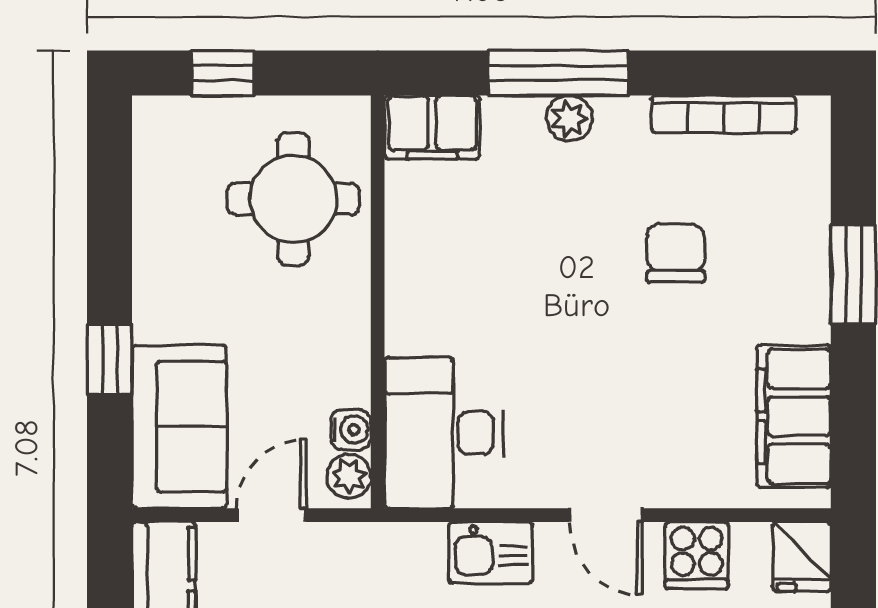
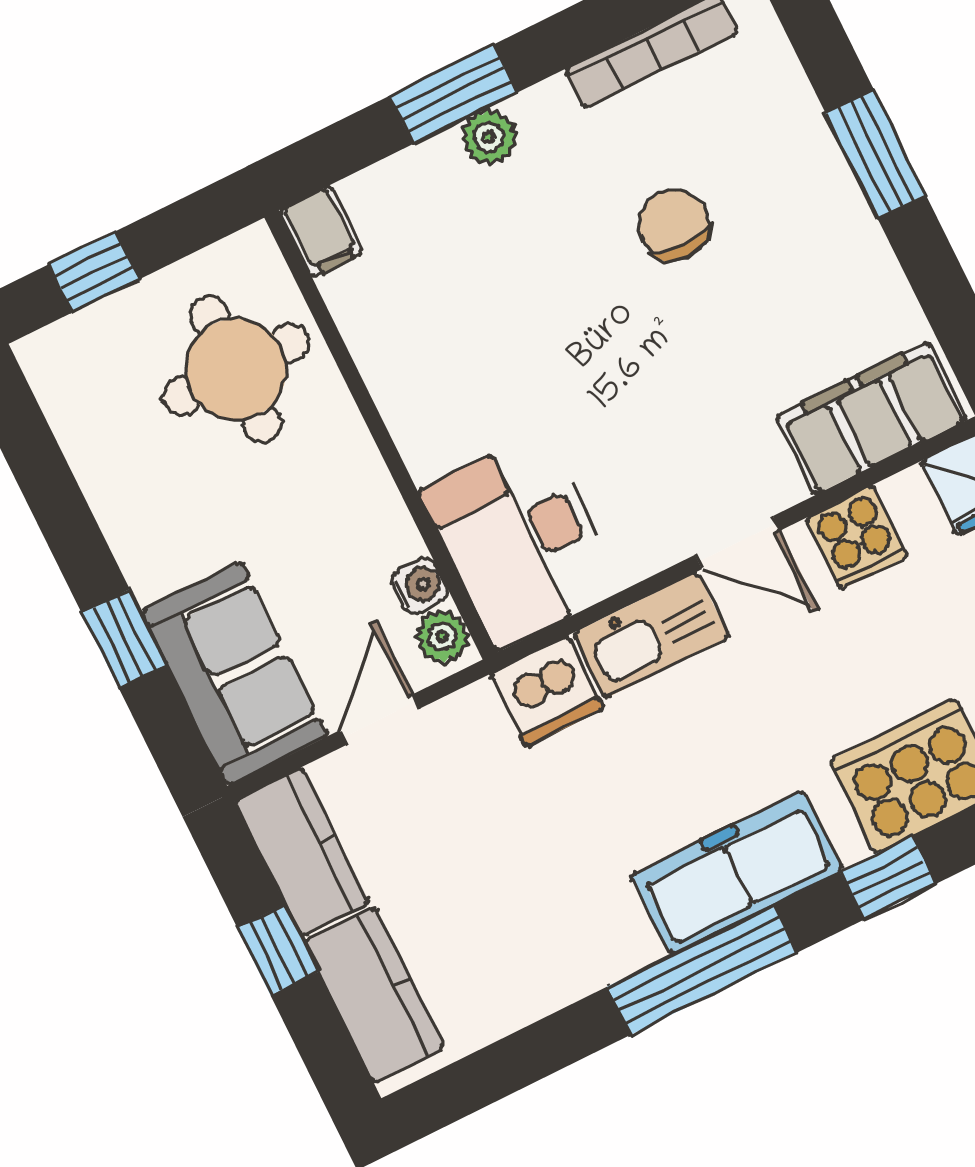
window: (558, 73) -> (453, 94), width x0.69
filing cabinet: (432, 127) -> (321, 232), width x0.50
filing cabinet: (794, 416) -> (872, 418), moved, turned 90
kitchen sink: (490, 552) -> (651, 635), width x1.38
dishwasher: (407, 556) -> (547, 691), added

